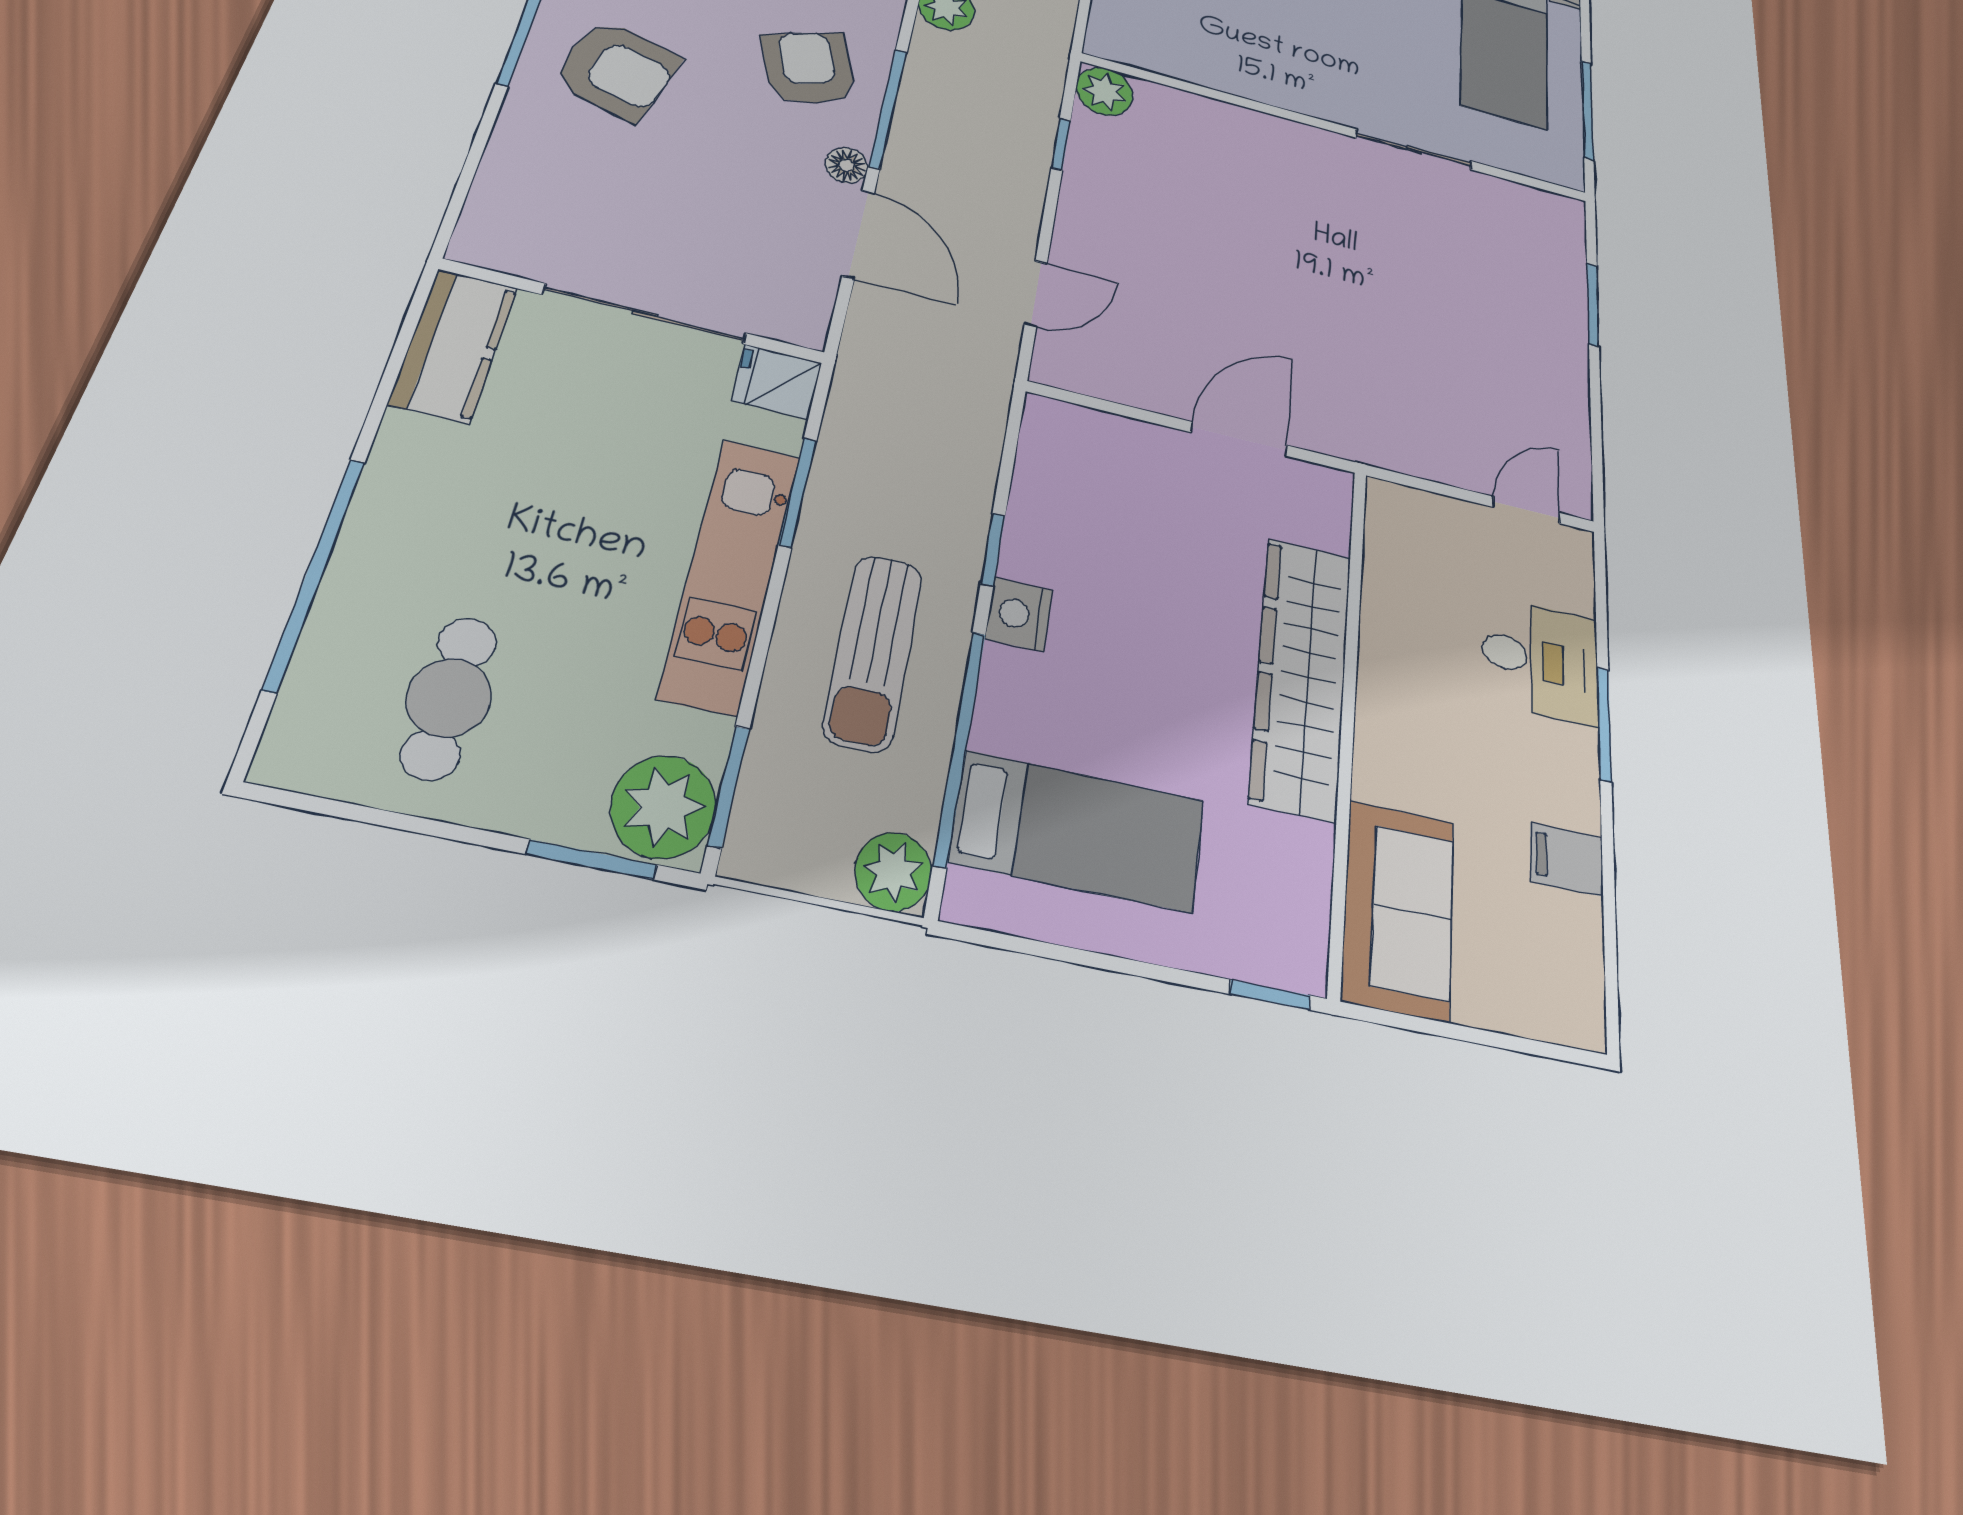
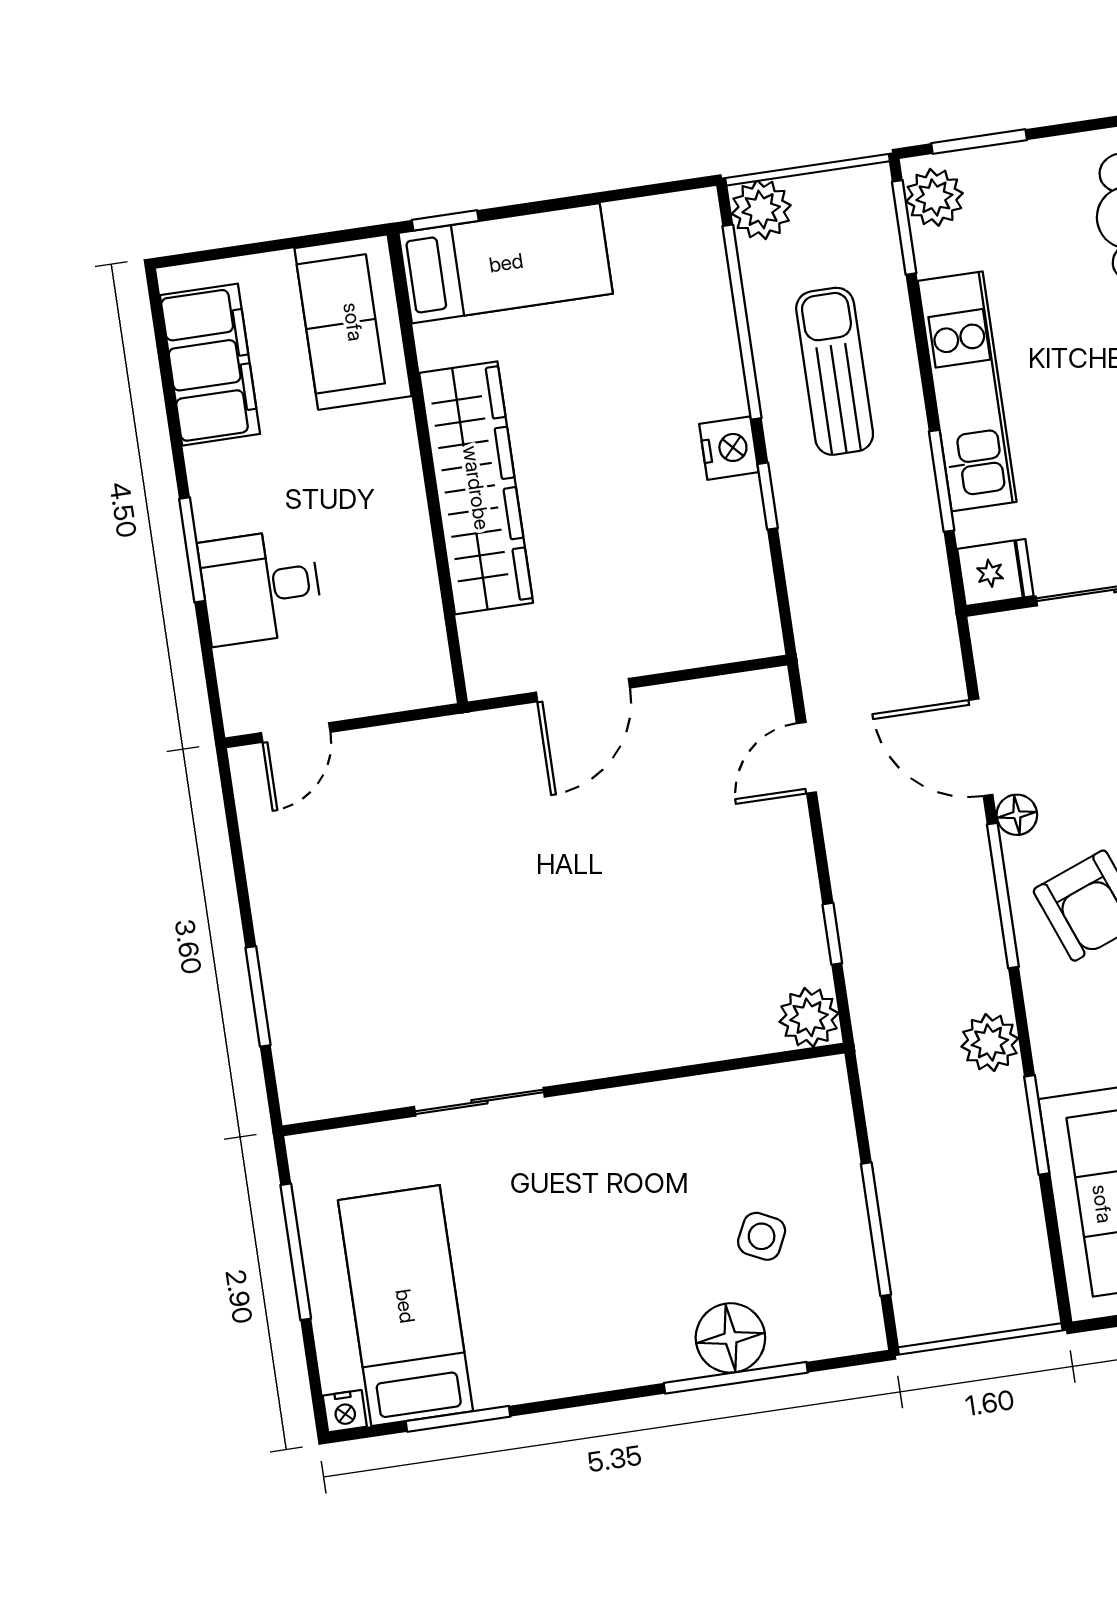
plant: (663, 807) -> (934, 197), width x0.73, depth x0.73
bed: (1079, 831) -> (506, 263), moved, turned 180
filing cabinet: (1567, 859) -> (210, 365), width x3.00, depth x1.17

